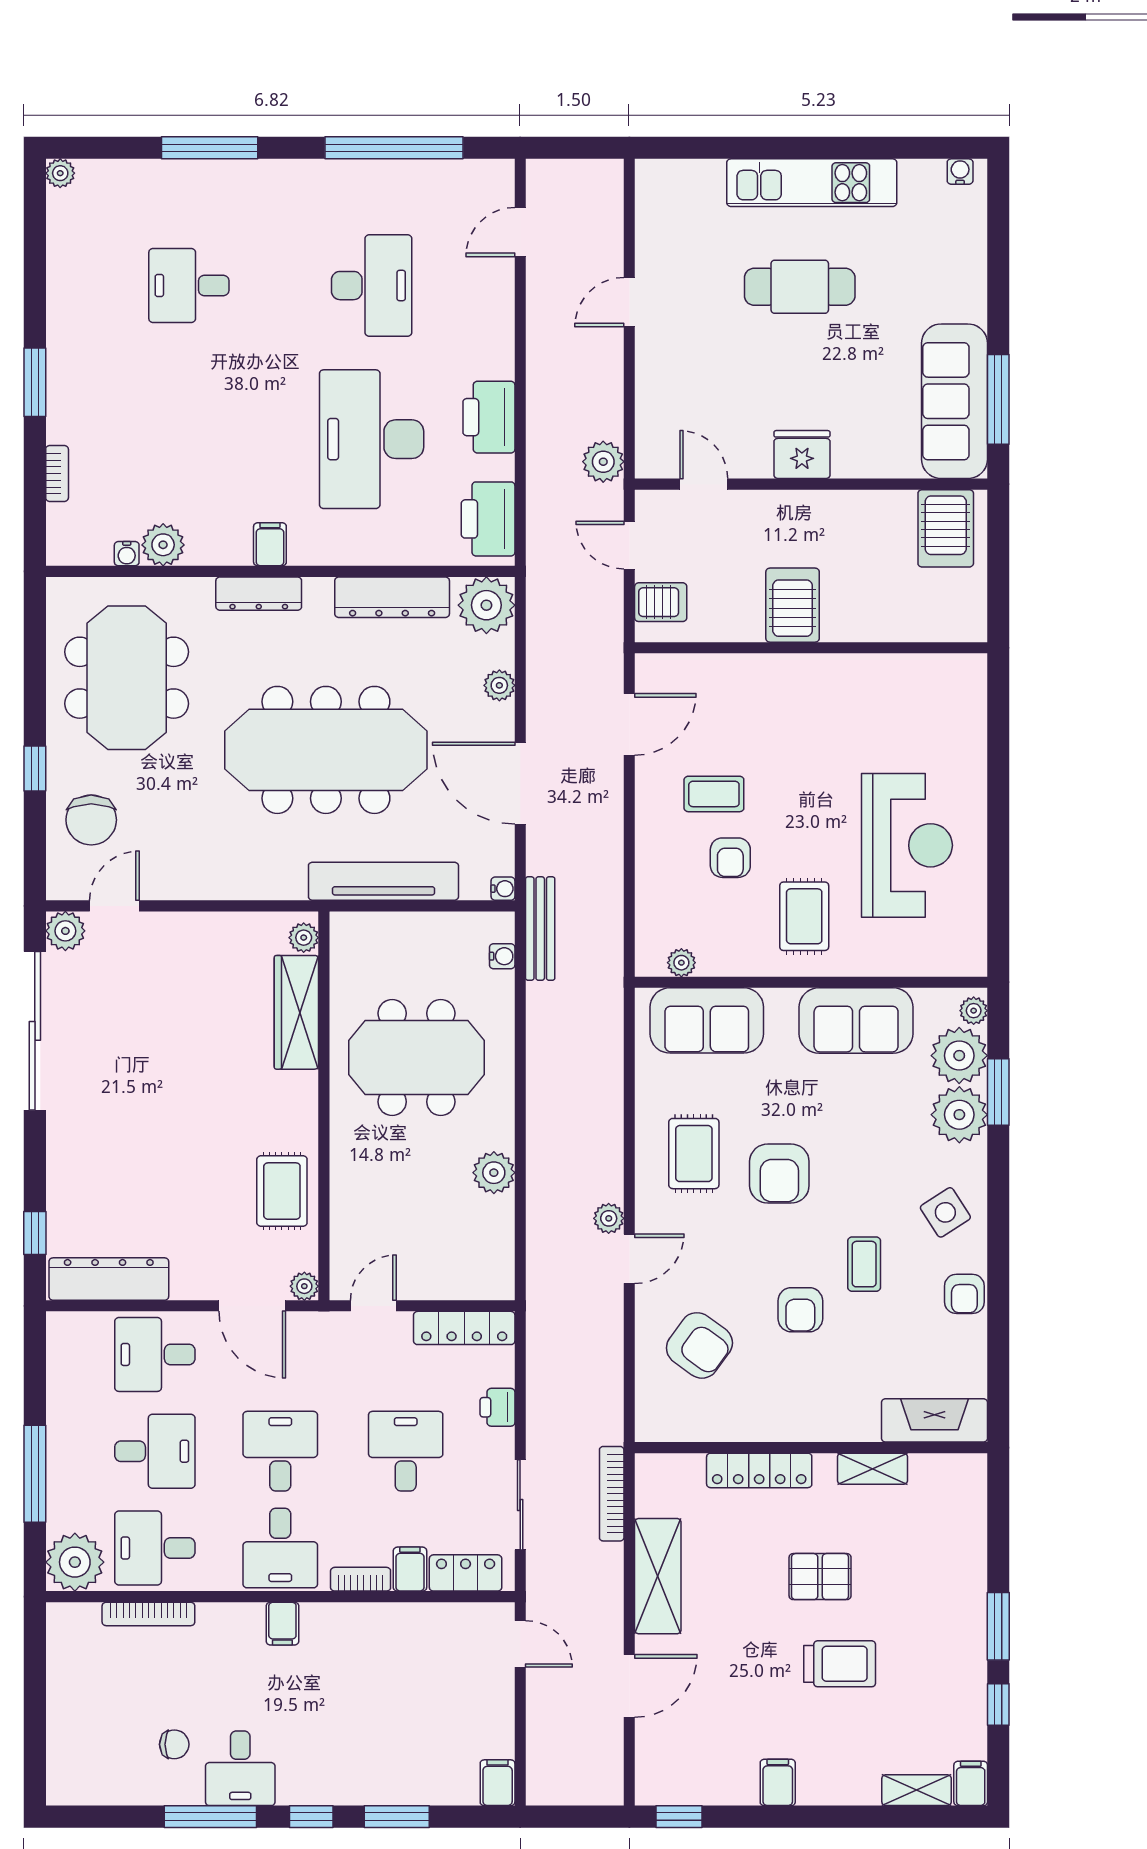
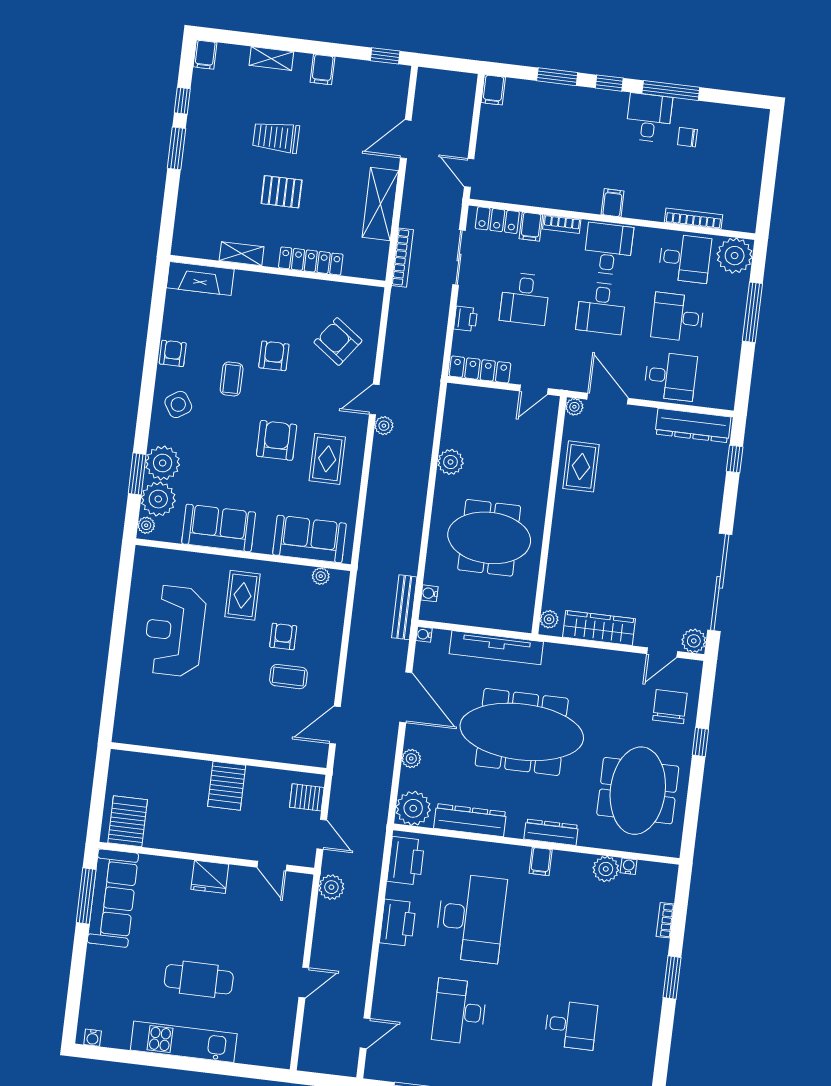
wardrobe: (296, 1012) -> (599, 628), moved, turned -90
shelving: (917, 1790) -> (271, 59), moved

